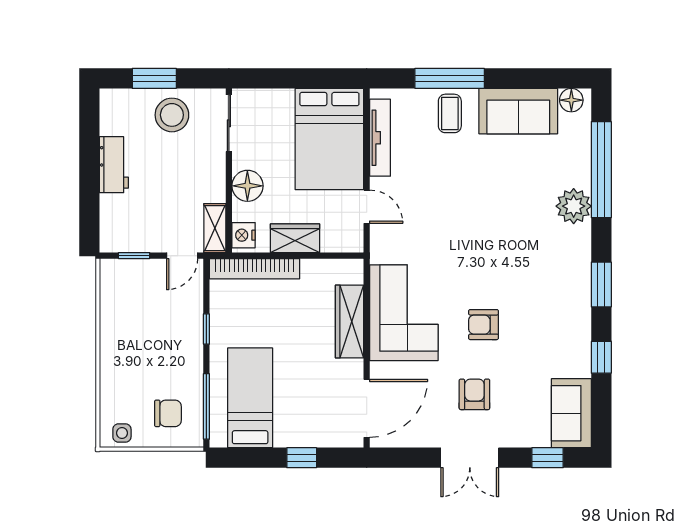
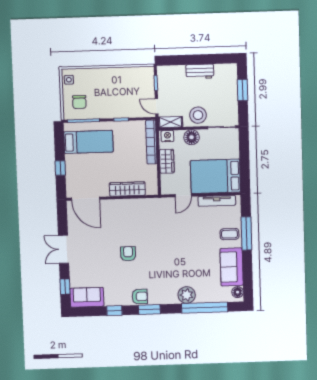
stool: (172, 115) -> (198, 115), moved
corner sofa: (404, 313) -> (132, 215), removed
armchair: (474, 394) -> (140, 296), moved

